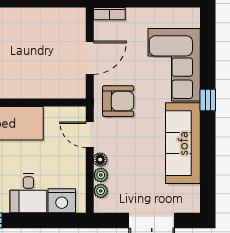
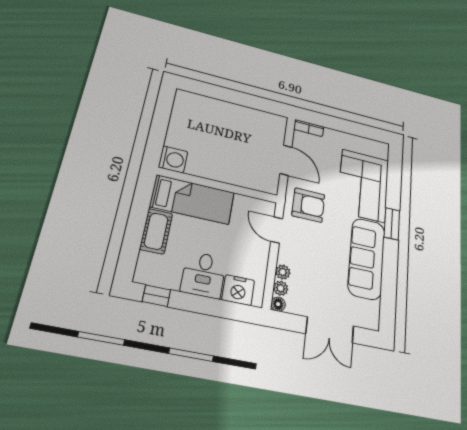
door: (90, 58) -> (286, 160), hinge flipped
window: (208, 100) -> (392, 224), width x1.50
floor lamp: (100, 160) -> (278, 304), moved

